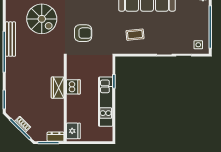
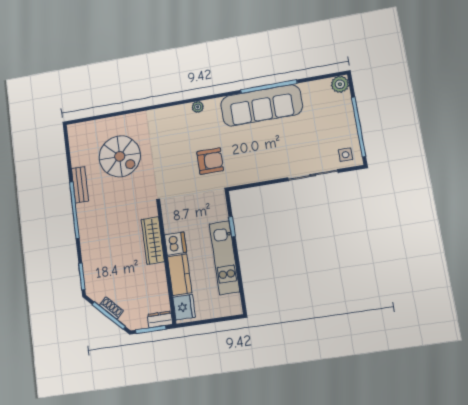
armchair: (83, 33) -> (210, 161), moved
coffee table: (135, 35) -> (252, 156), removed
bench: (10, 39) -> (80, 185), width x0.73
wardrobe: (58, 88) -> (153, 240), width x1.50
kitchen counter: (73, 109) -> (180, 275), added

